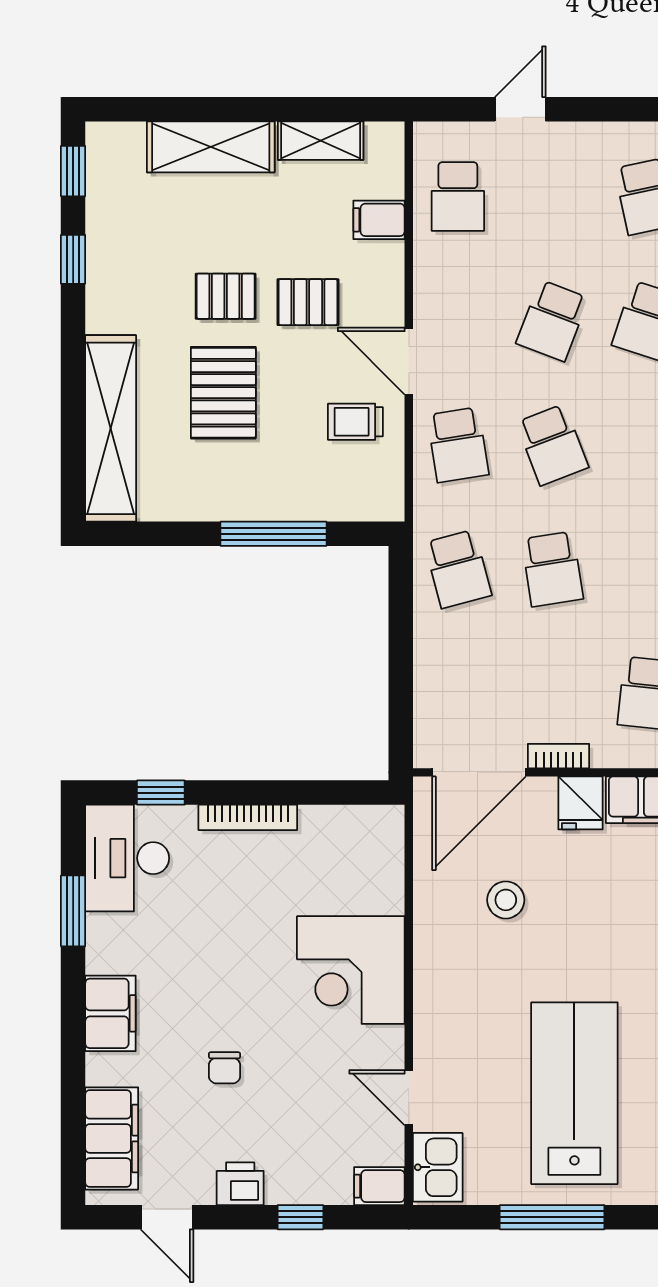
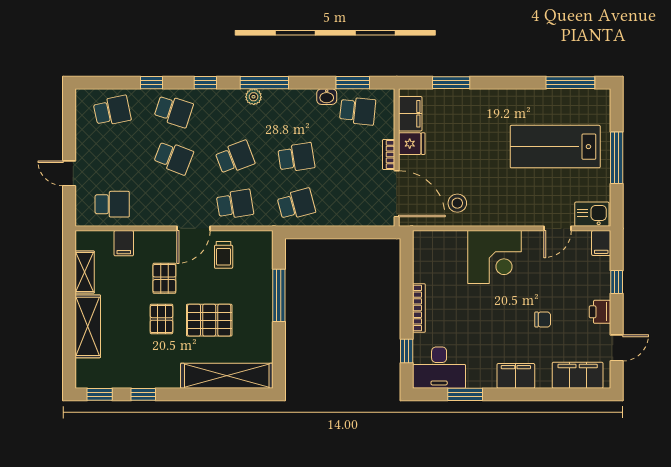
stool: (506, 900) -> (457, 203), moved

